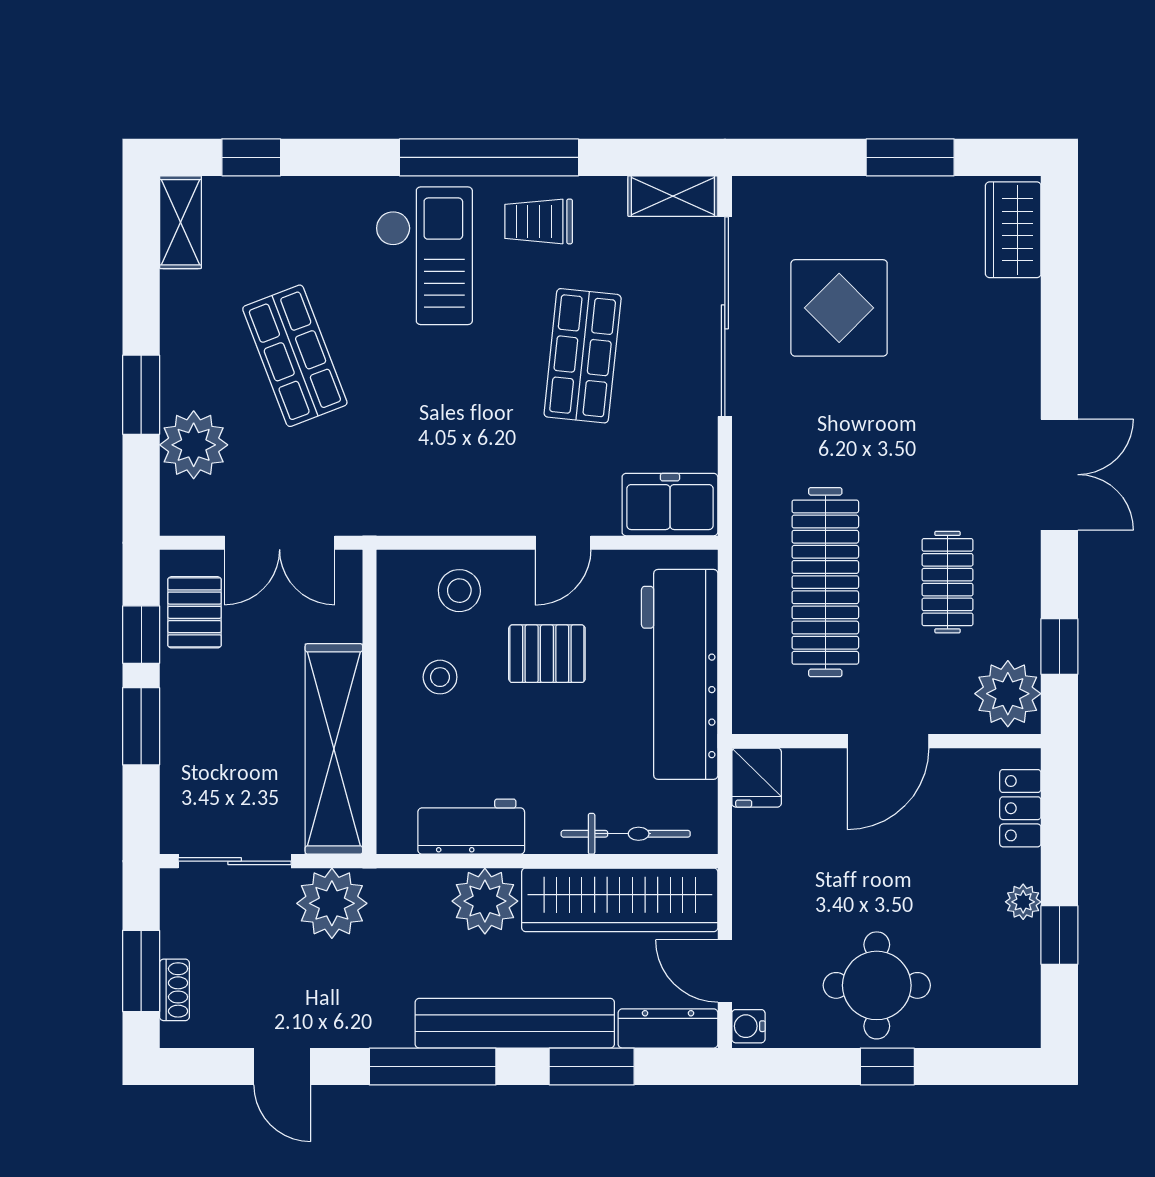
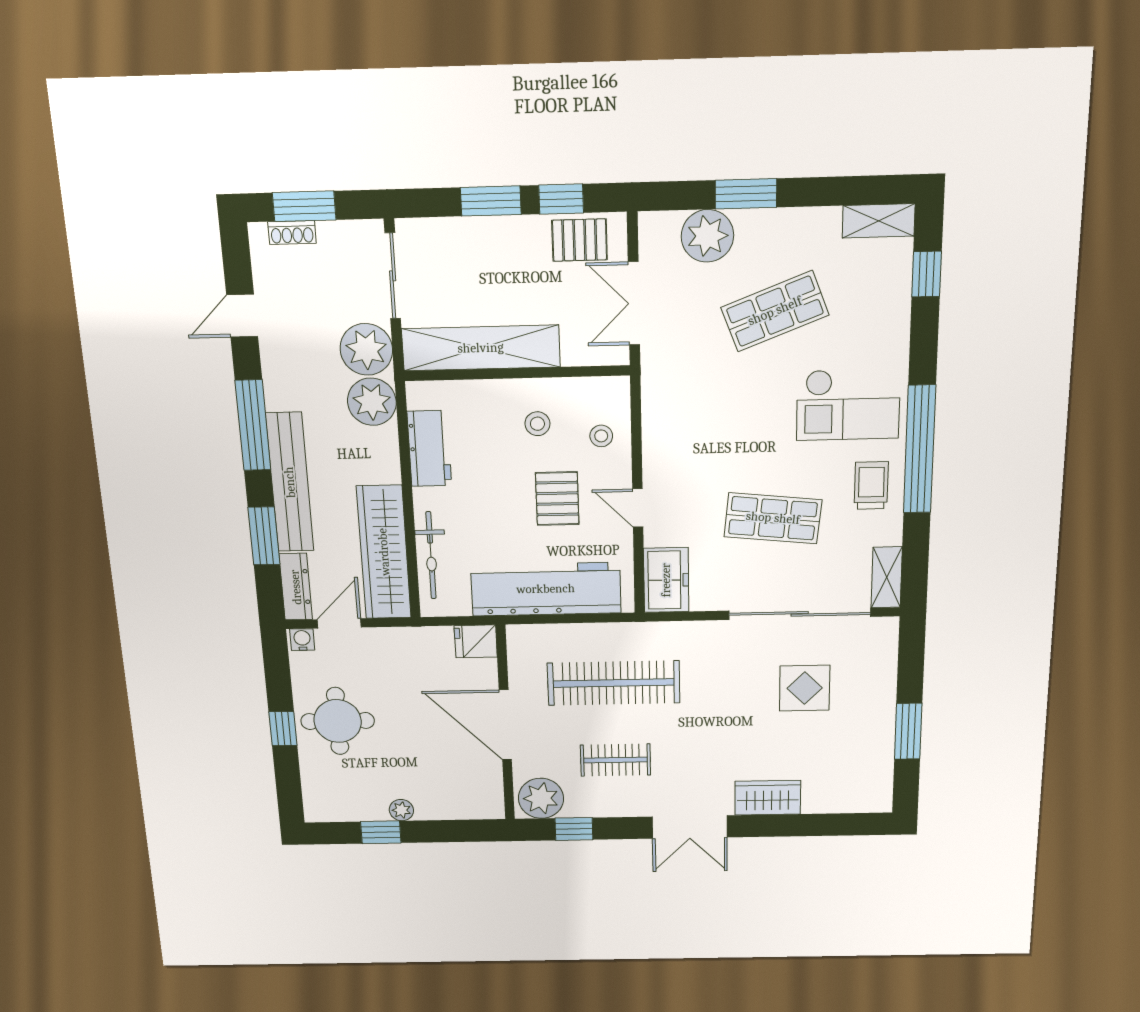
wardrobe: (1013, 230) -> (768, 798), moved
display table: (839, 308) -> (805, 688), width x0.73, depth x0.73
stool: (459, 591) -> (601, 436), width x0.73, depth x0.73
door: (888, 741) -> (505, 725), width x1.36
locker: (1020, 808) -> (464, 807), removed
plant: (485, 901) -> (372, 402), moved

